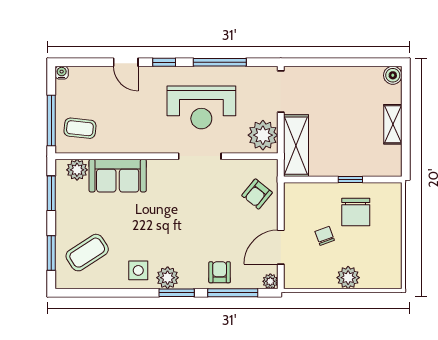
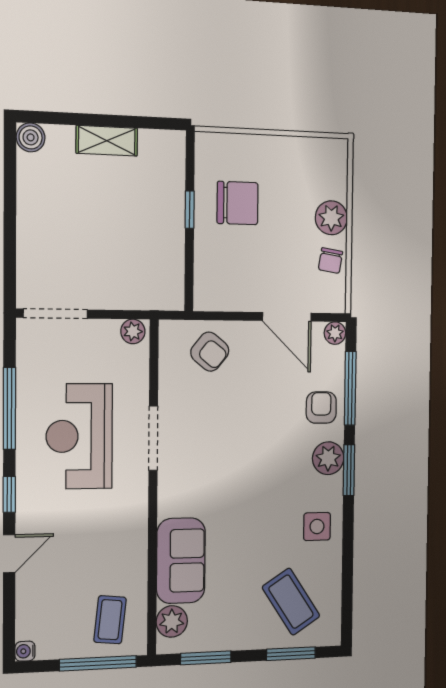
reception desk: (201, 107) -> (79, 436), turned 180
plant: (263, 135) -> (133, 331), width x0.53, depth x0.53
shelving: (296, 146) -> (138, 291), removed
chair: (325, 236) -> (331, 261), moved, turned -61
armchair: (220, 272) -> (321, 408), turned 90
plant: (168, 278) -> (328, 458), moved

